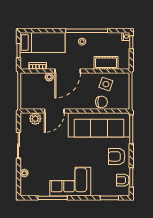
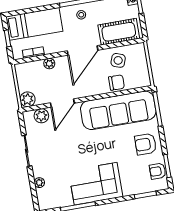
cot: (106, 63) -> (119, 32), width x1.37, depth x1.34
door: (68, 71) -> (83, 50), moved
plant: (26, 103) -> (27, 99), added

